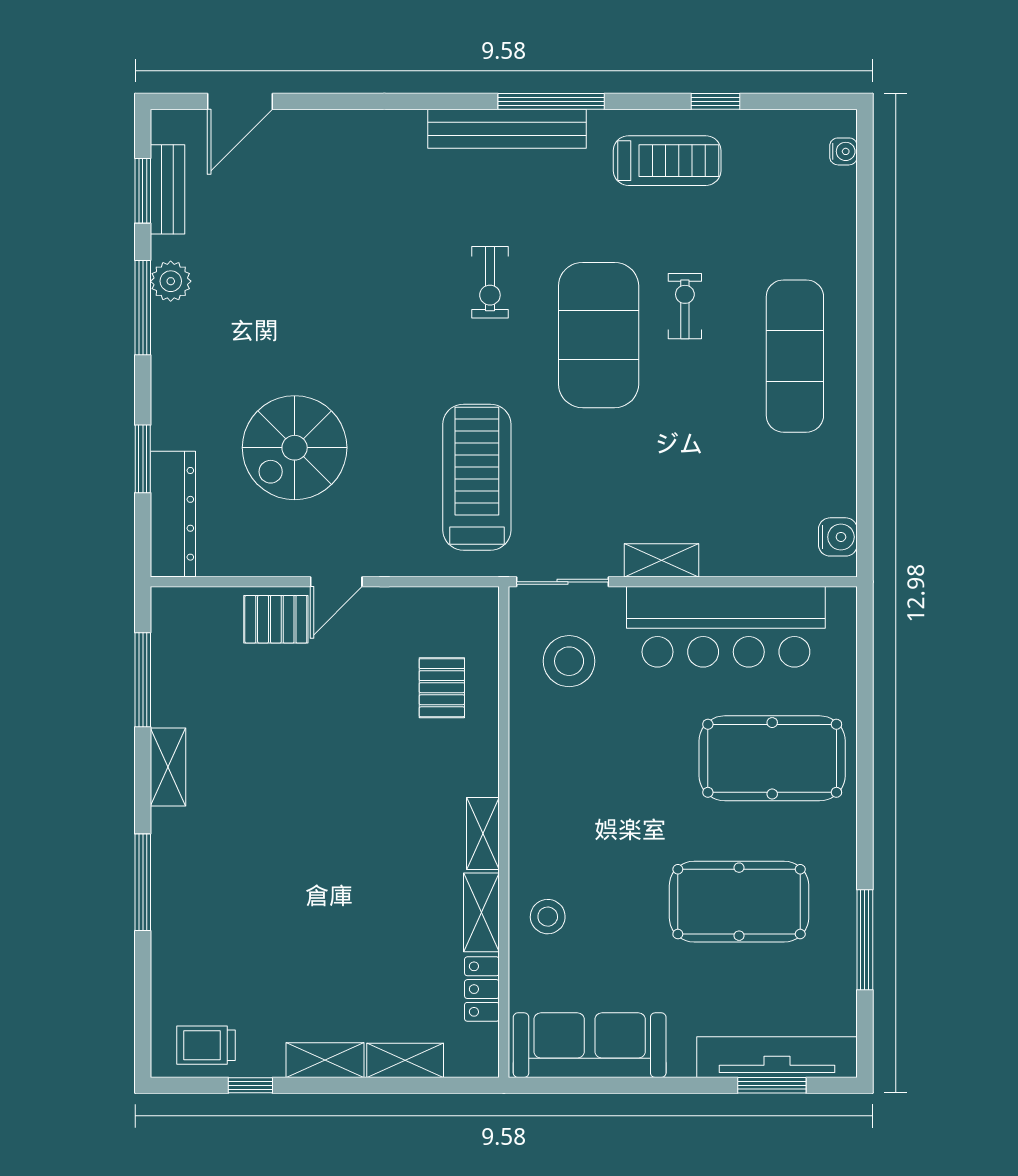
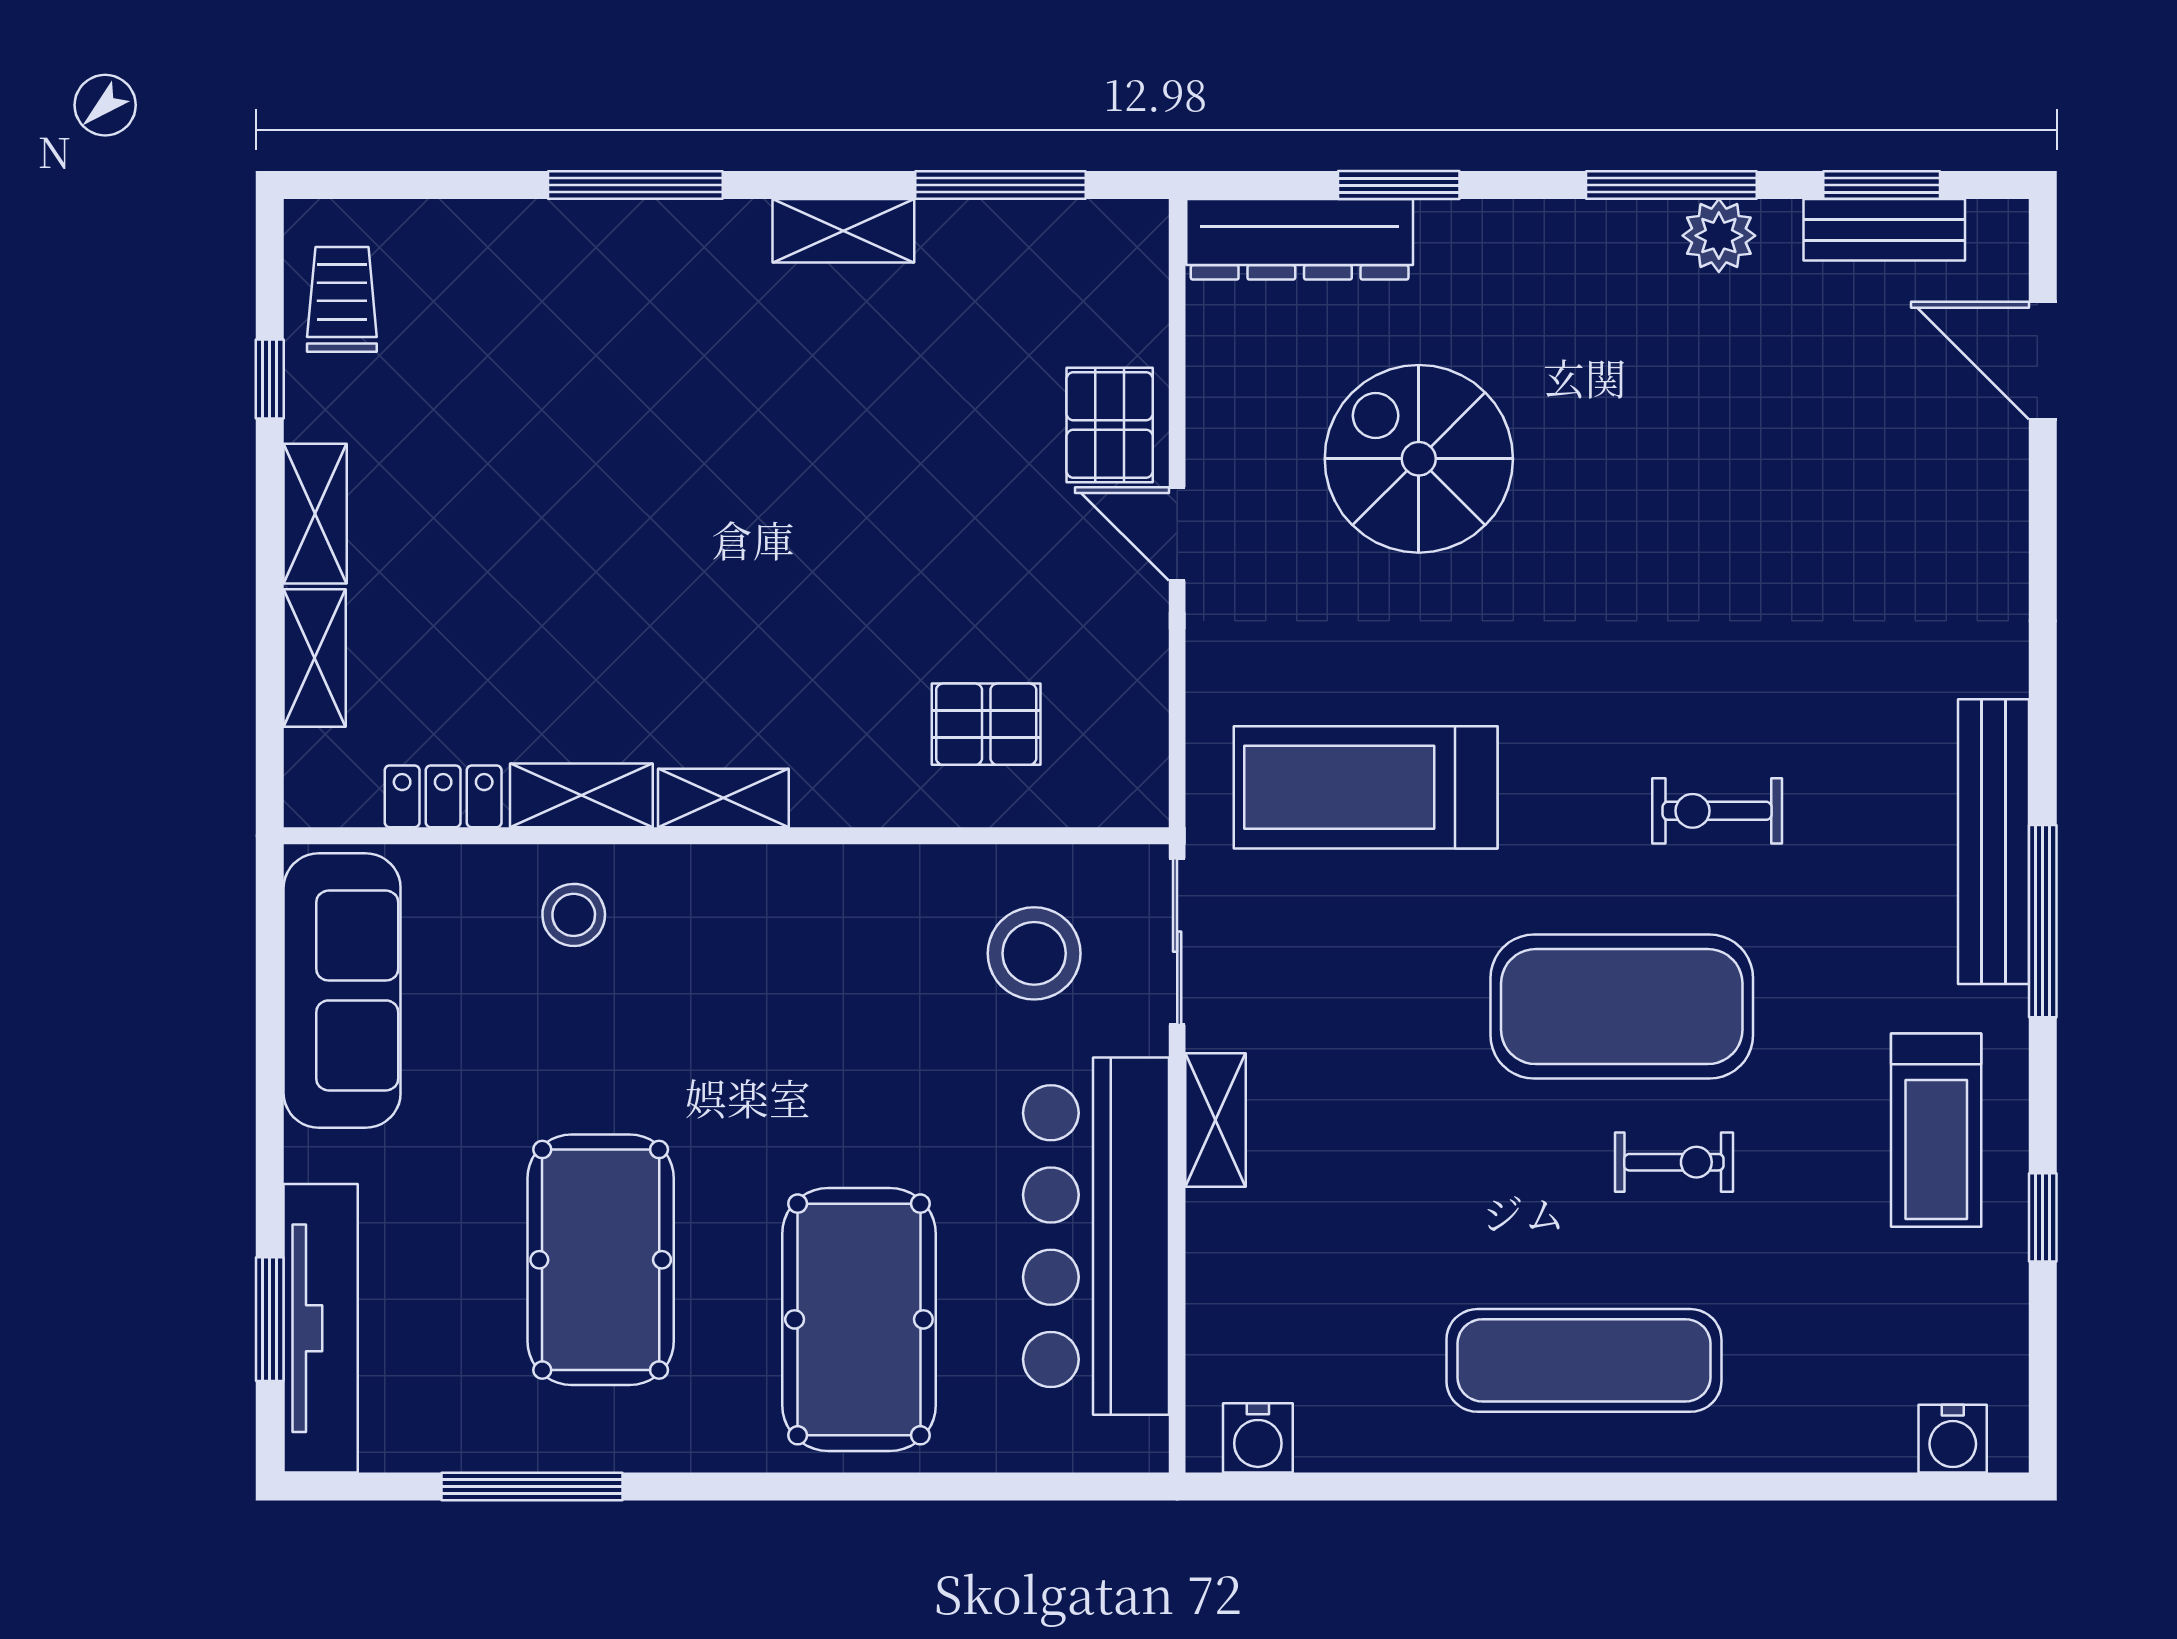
water cooler: (843, 151) -> (1953, 1439), width x1.38, depth x1.38
treadmill: (477, 477) -> (1366, 787), turned 180

